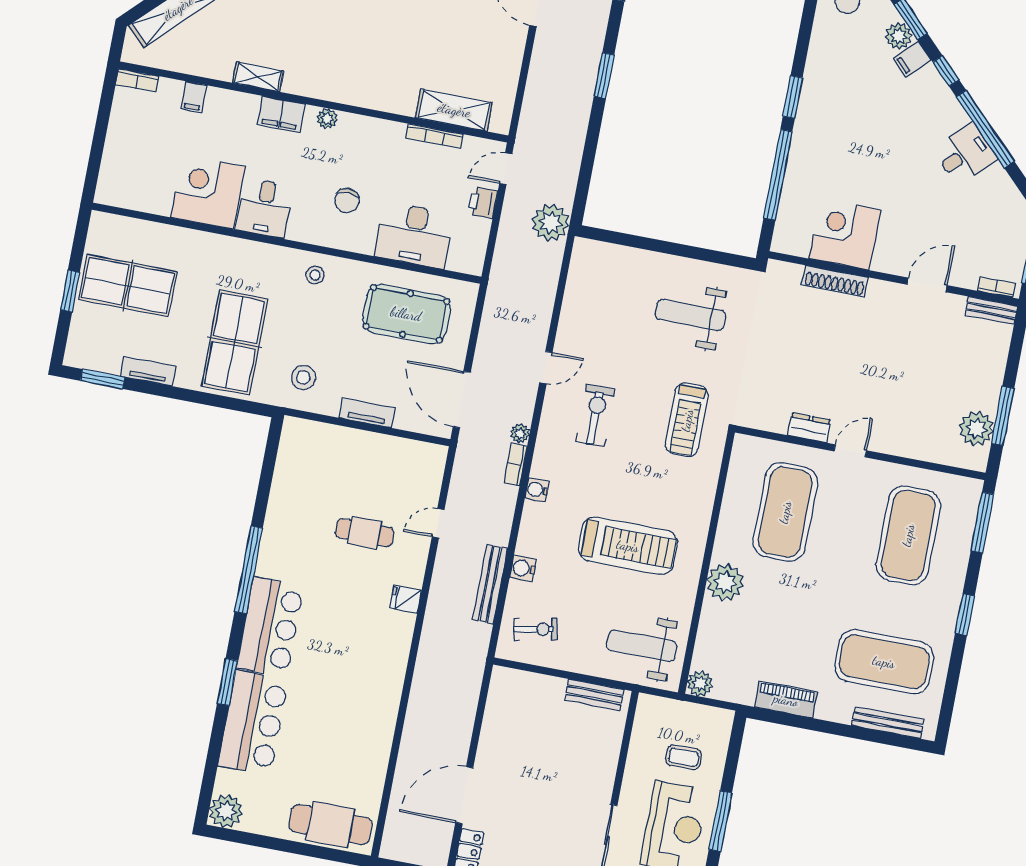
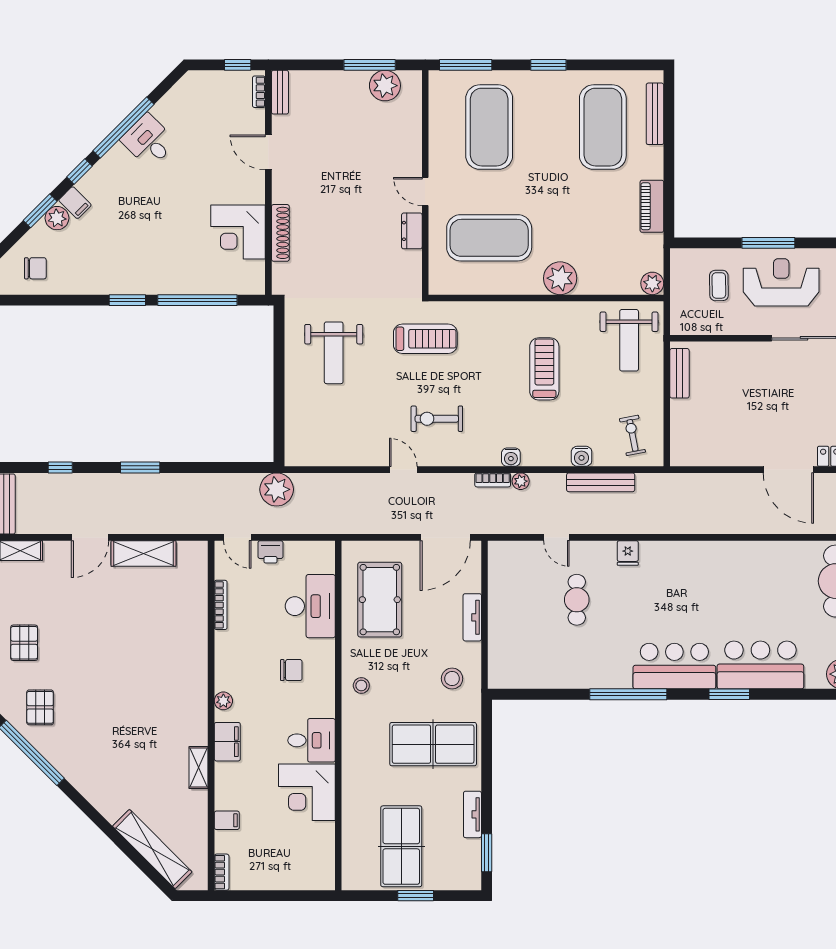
shelving: (454, 110) -> (144, 554), moved, turned 90
plant: (520, 433) -> (521, 481), moved
exercise mat: (908, 535) -> (489, 127), turned 90
treadmill: (628, 546) -> (544, 369), width x0.73, depth x0.73

